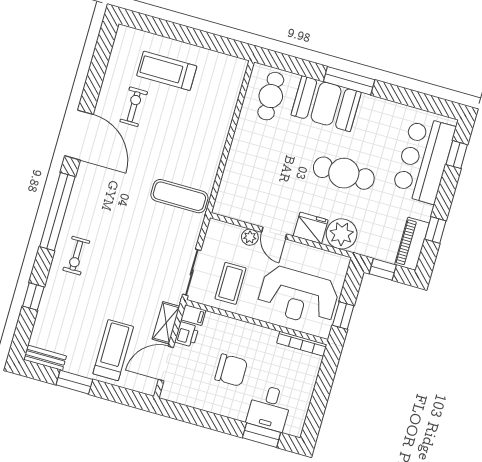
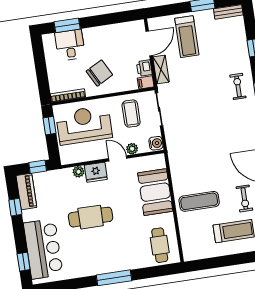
booth: (326, 104) -> (155, 192), moved, turned 90
exercise mat: (179, 196) -> (199, 201), moved
water cooler: (216, 230) -> (156, 143), added
plant: (342, 234) -> (78, 172), width x0.53, depth x0.53
chair: (231, 370) -> (99, 73), moved, turned 152

